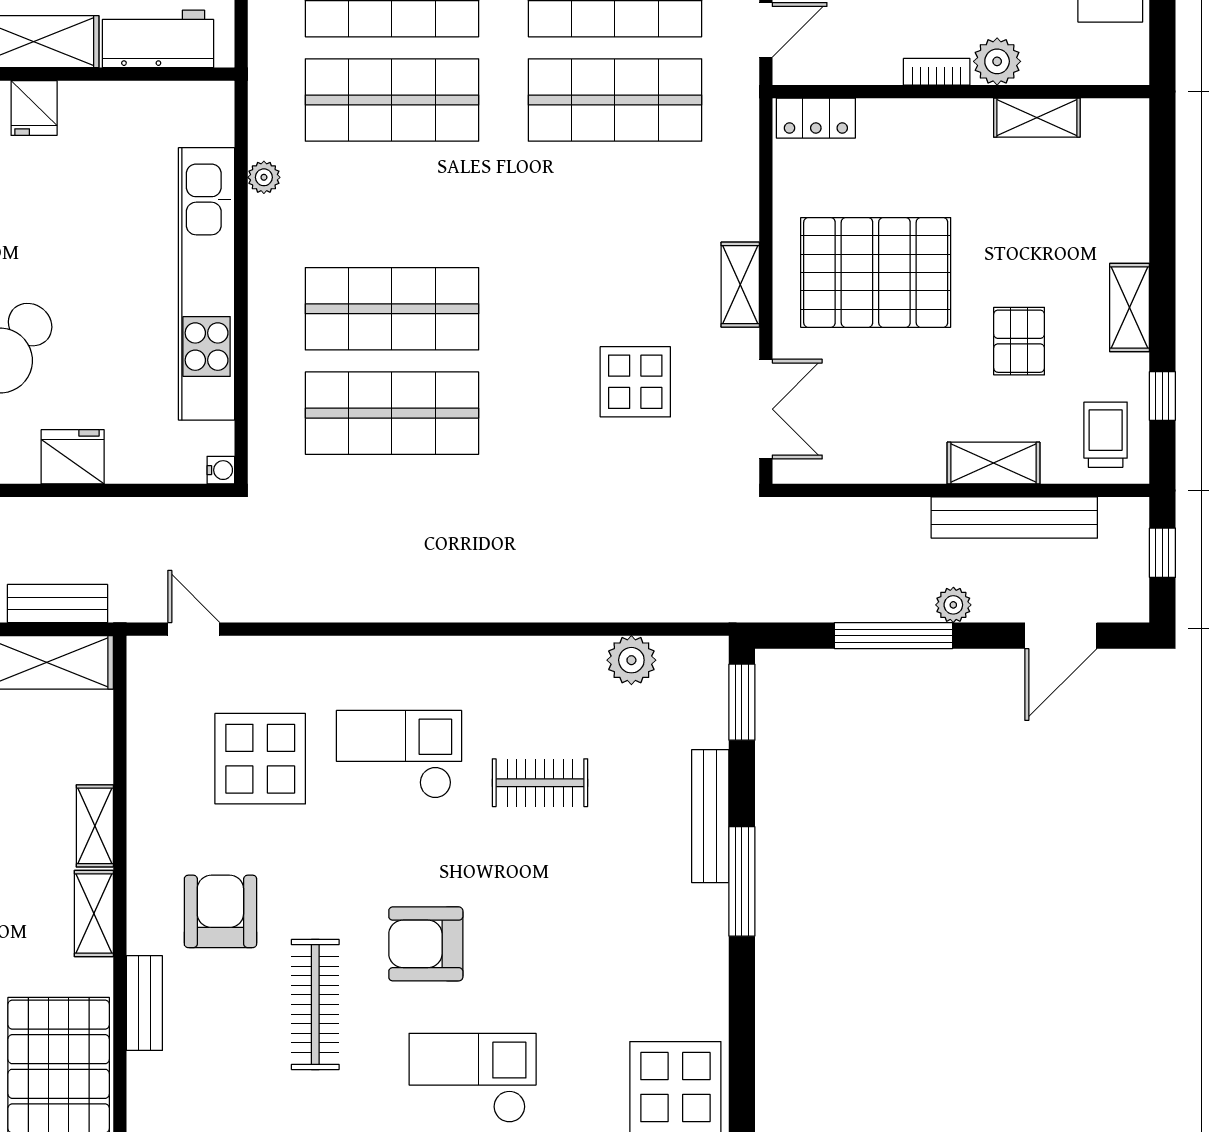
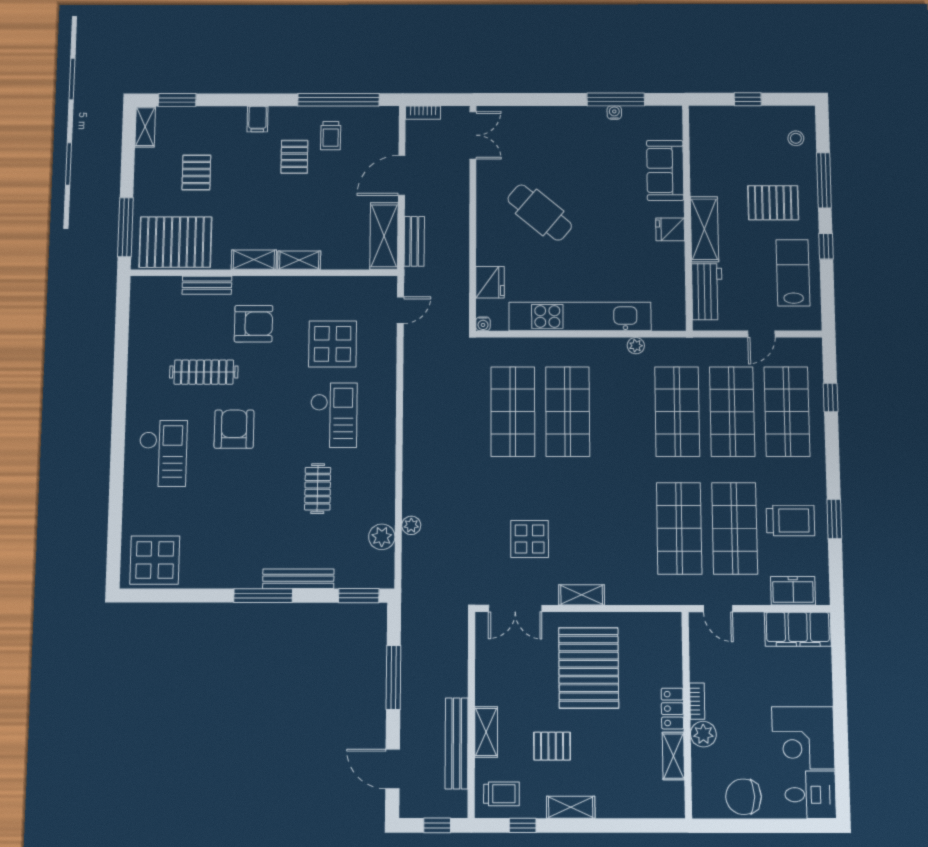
locker: (816, 118) -> (672, 709), moved
fridge: (73, 457) -> (490, 282), moved
plant: (953, 605) -> (411, 525), moved

